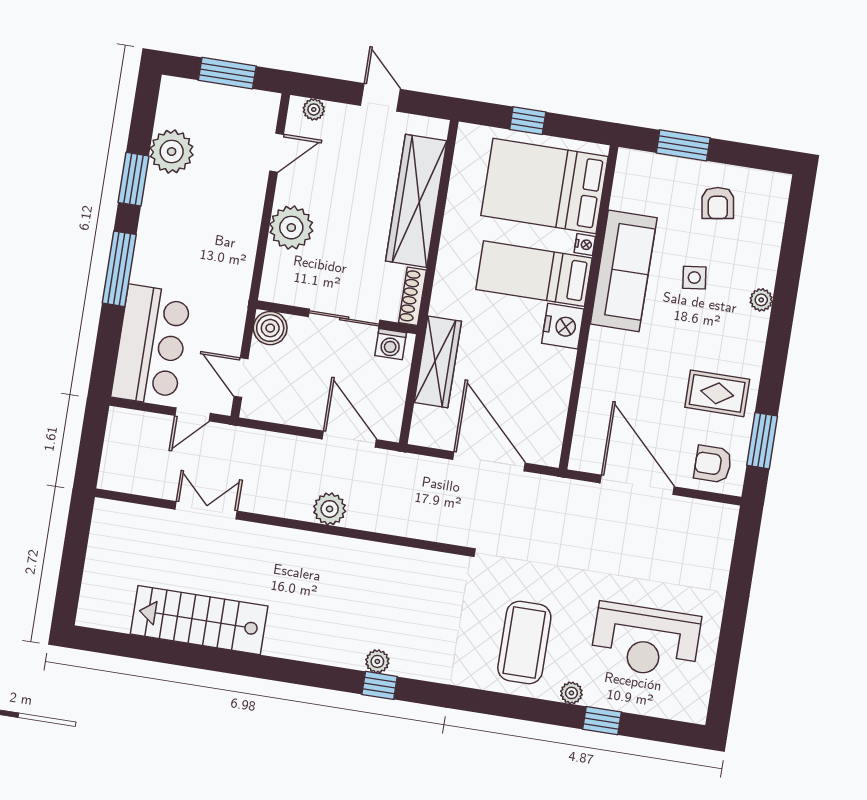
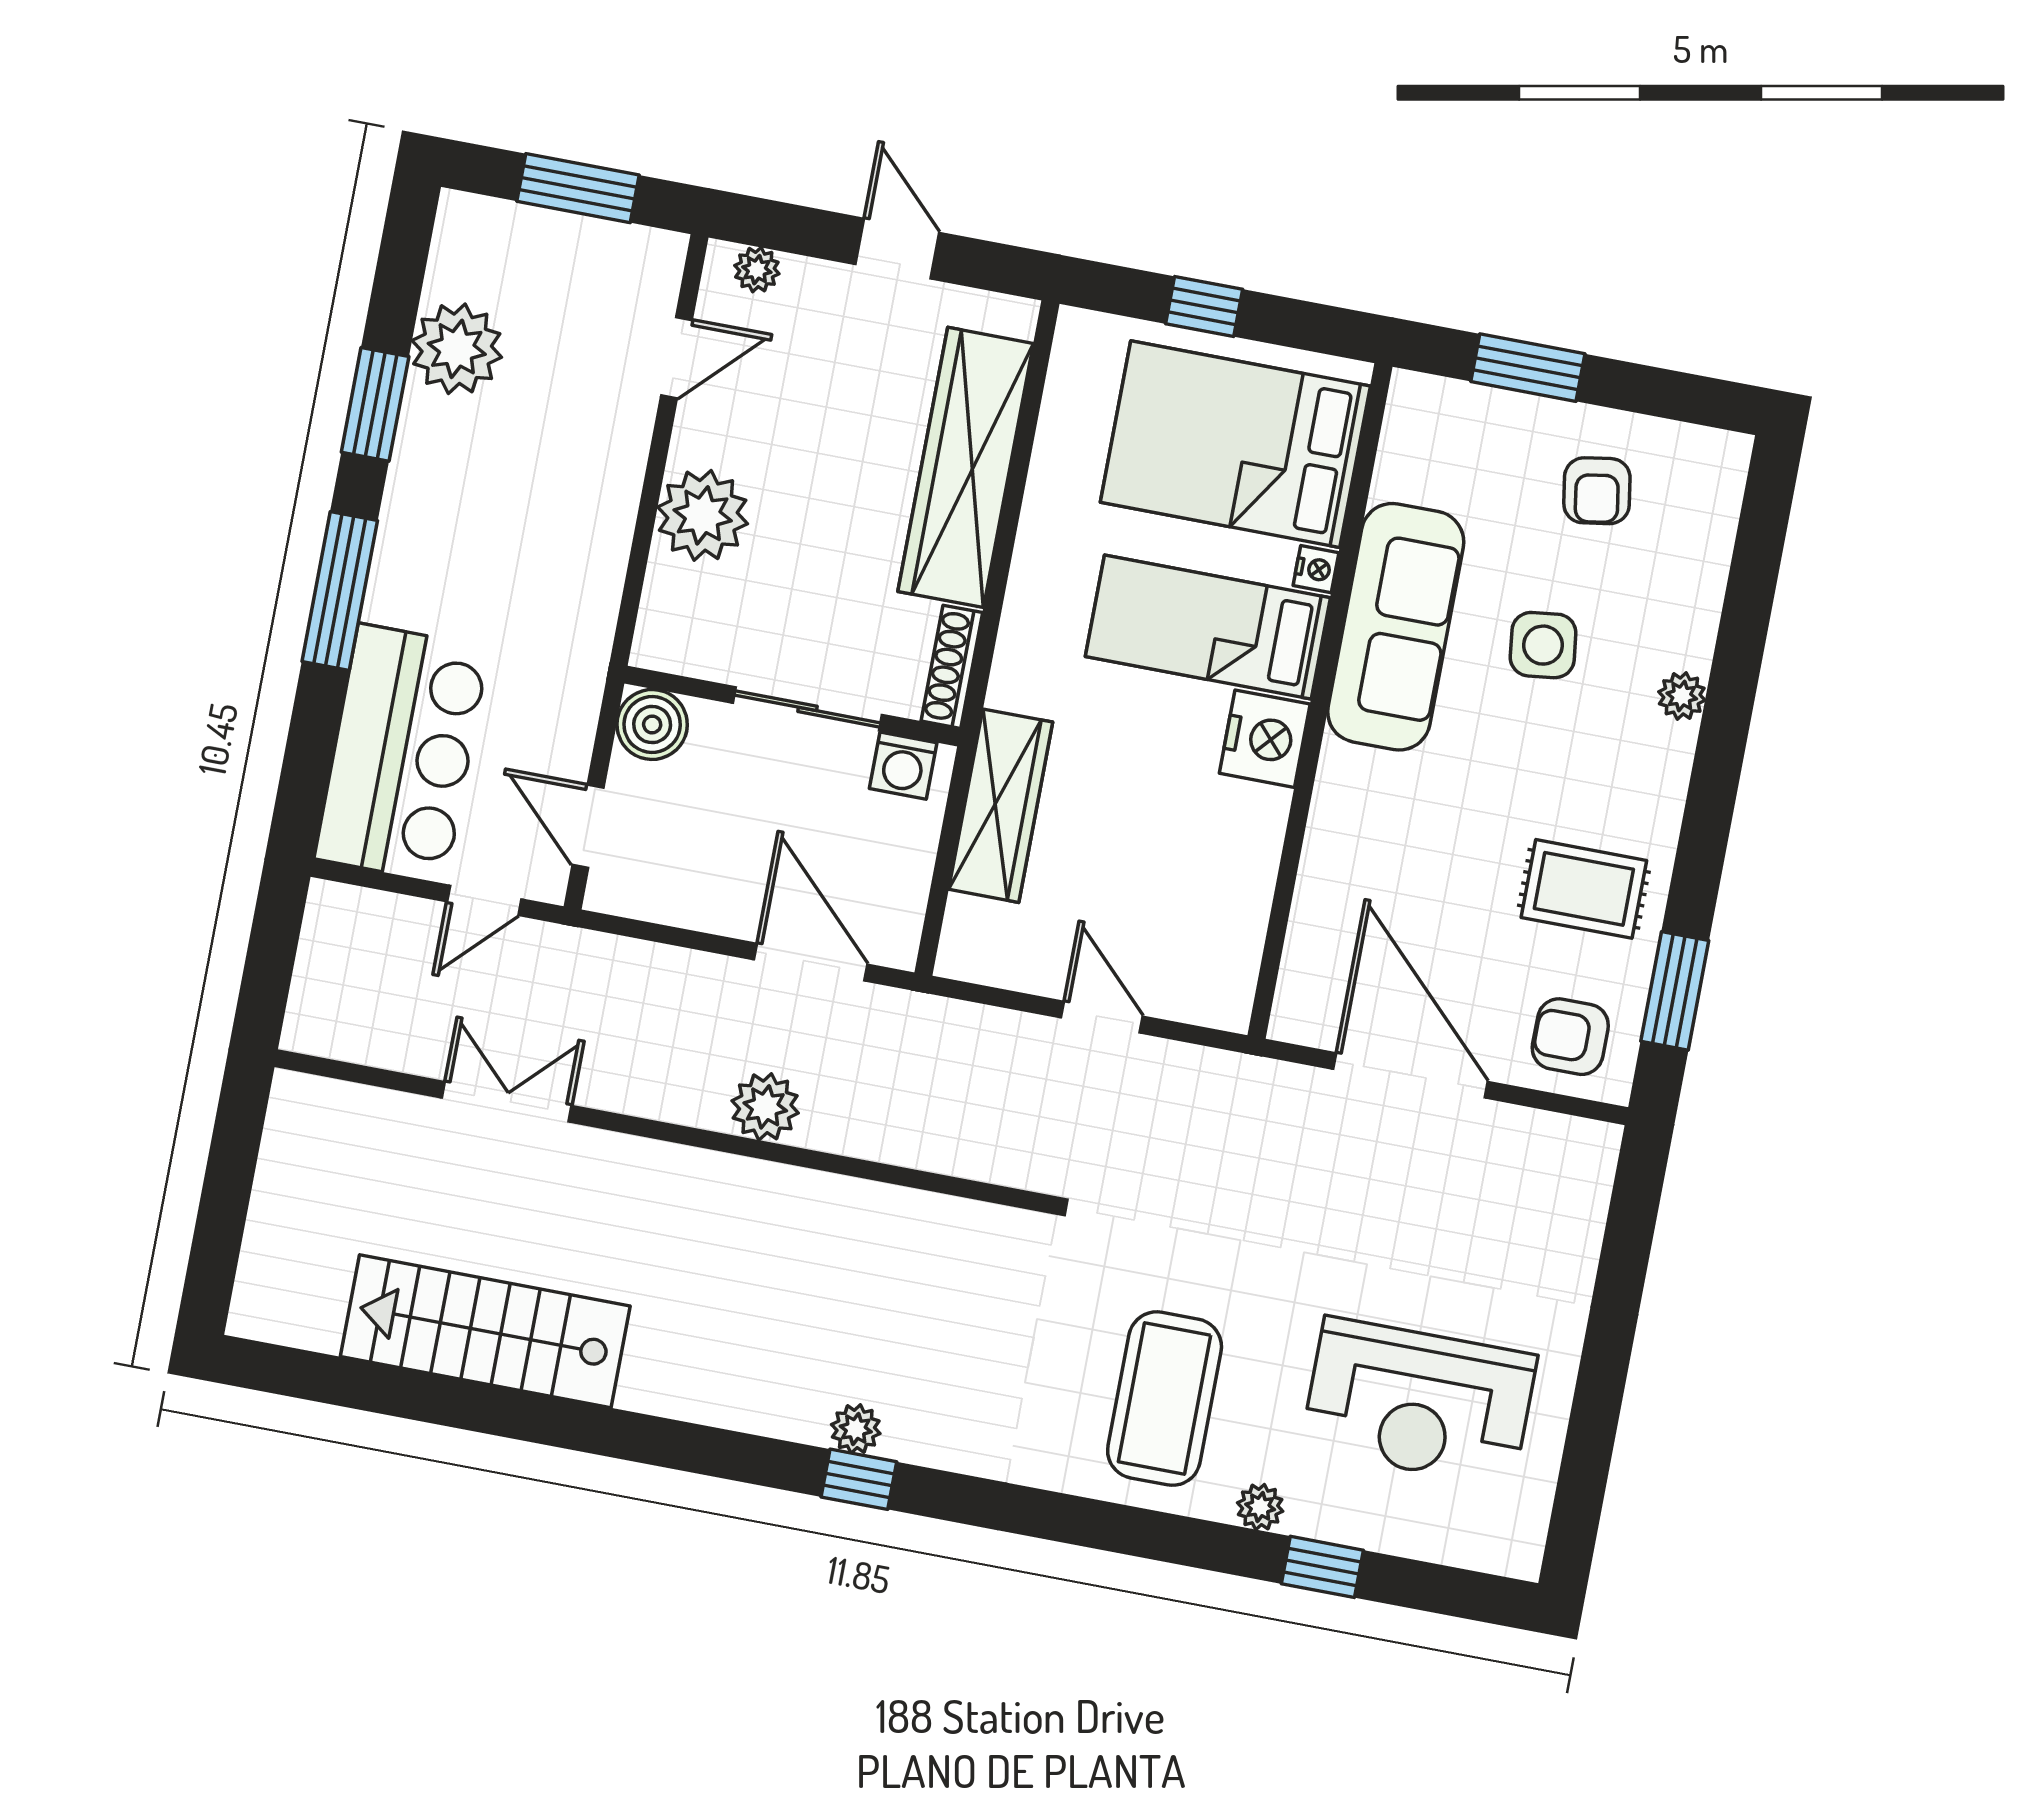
side table: (694, 278) -> (1543, 645), width x1.37, depth x1.37
door: (489, 461) -> (1102, 1017), width x0.53

